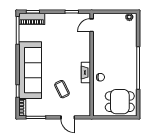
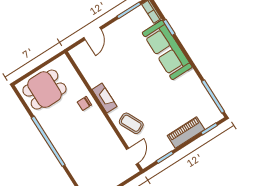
piano: (32, 19) -> (186, 132), moved
sofa: (30, 70) -> (167, 50), width x0.74, depth x0.79
coffee table: (62, 89) -> (131, 123), moved
door: (68, 117) -> (92, 34), swing flipped

